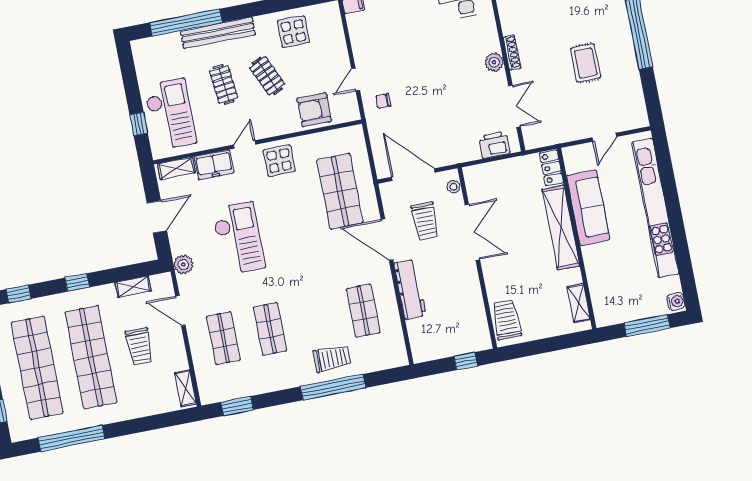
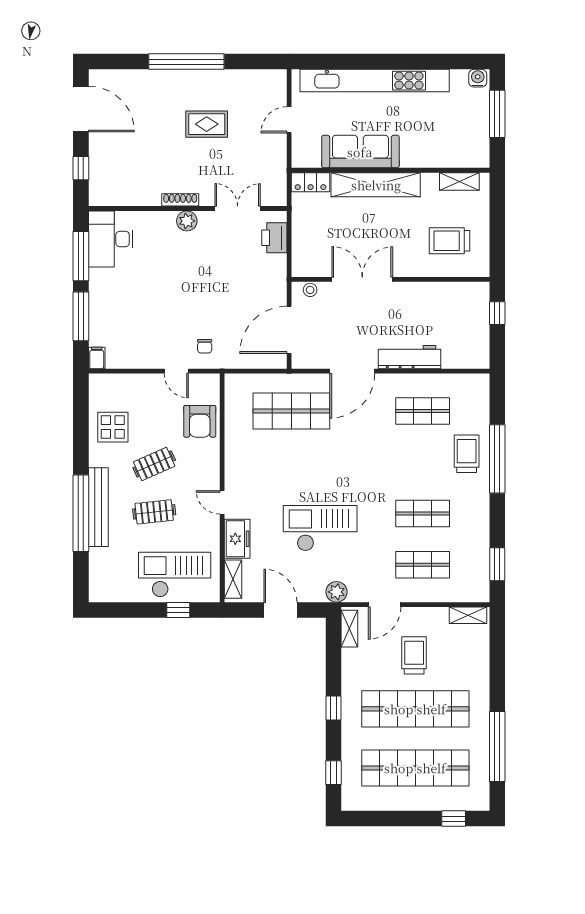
window: (186, 23) -> (81, 513), moved
door: (604, 137) -> (289, 120), swing flipped
display table: (279, 161) -> (246, 469), removed
trolley: (425, 221) -> (341, 327), removed
shelving: (133, 287) -> (349, 629), moved
trolley: (506, 320) -> (449, 241), moved
trolley: (139, 346) -> (414, 655), turned -90

